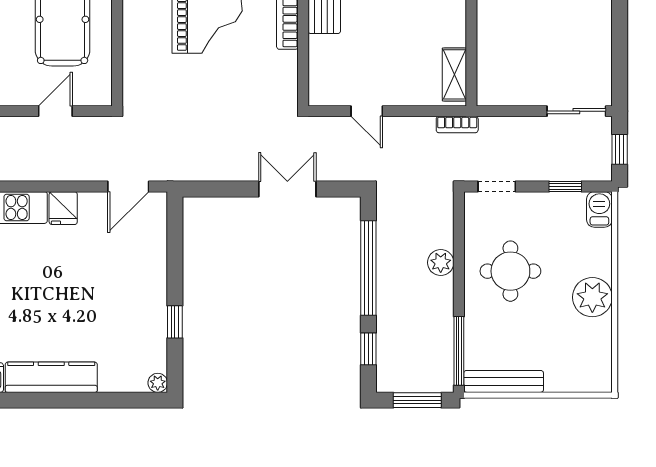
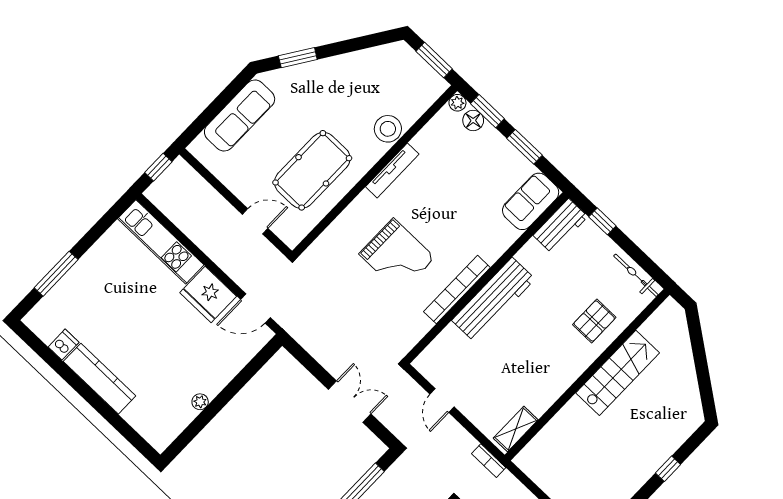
fridge: (63, 208) -> (208, 294), width x1.88, depth x1.34
window: (175, 322) -> (206, 417), removed
plant: (158, 383) -> (200, 402), moved

